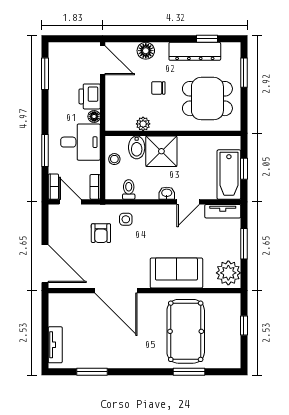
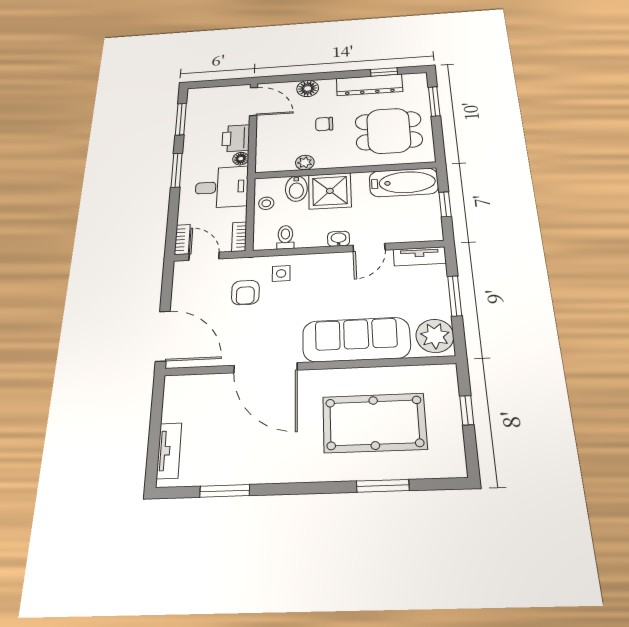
window: (45, 151) -> (177, 170), moved
bathtub: (229, 175) -> (404, 182), moved, turned -90
sofa: (176, 273) -> (356, 340), width x1.36
pool table: (186, 331) -> (374, 423), turned 90

